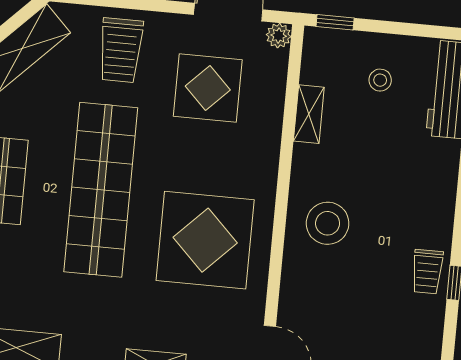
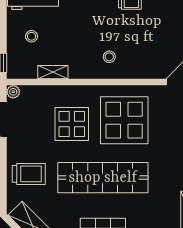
display table: (208, 88) -> (72, 124), moved
stool: (328, 223) -> (109, 57), width x0.53, depth x0.53

